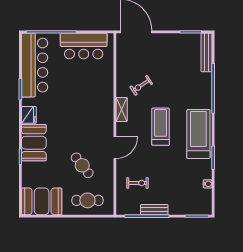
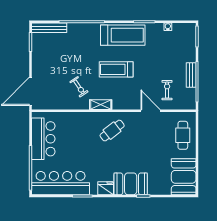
treadmill: (198, 134) -> (123, 35), turned 180
door: (115, 148) -> (151, 111), moved
cafe table: (82, 165) -> (112, 131), moved

